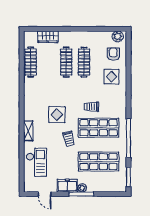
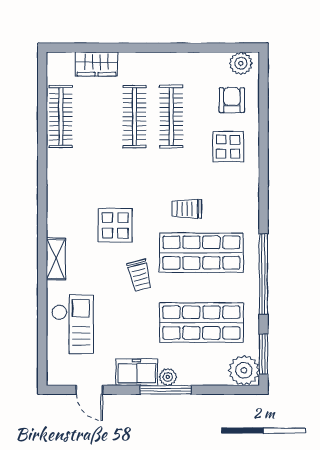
plant: (119, 185) -> (244, 370), added

